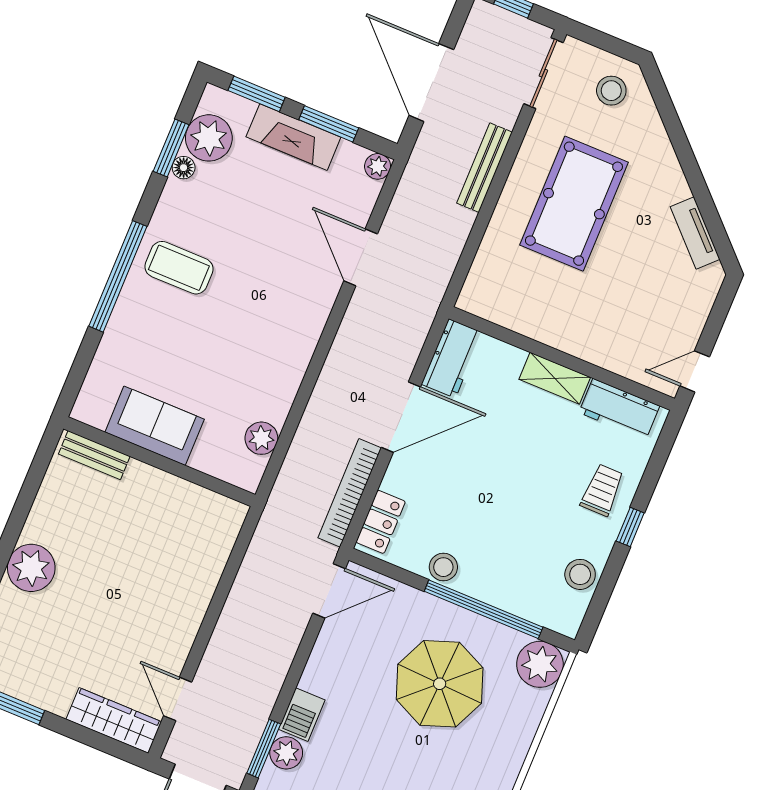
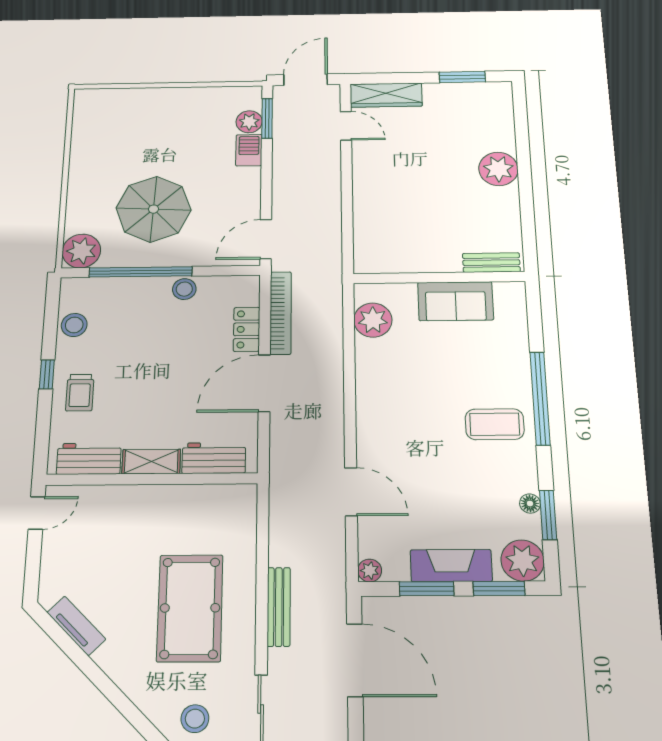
plant: (209, 138) -> (523, 561), moved
workbench: (452, 358) -> (214, 458), moved, turned 90
plant: (261, 438) -> (373, 320), width x1.36, depth x1.36
locker: (381, 522) -> (247, 329), moved

